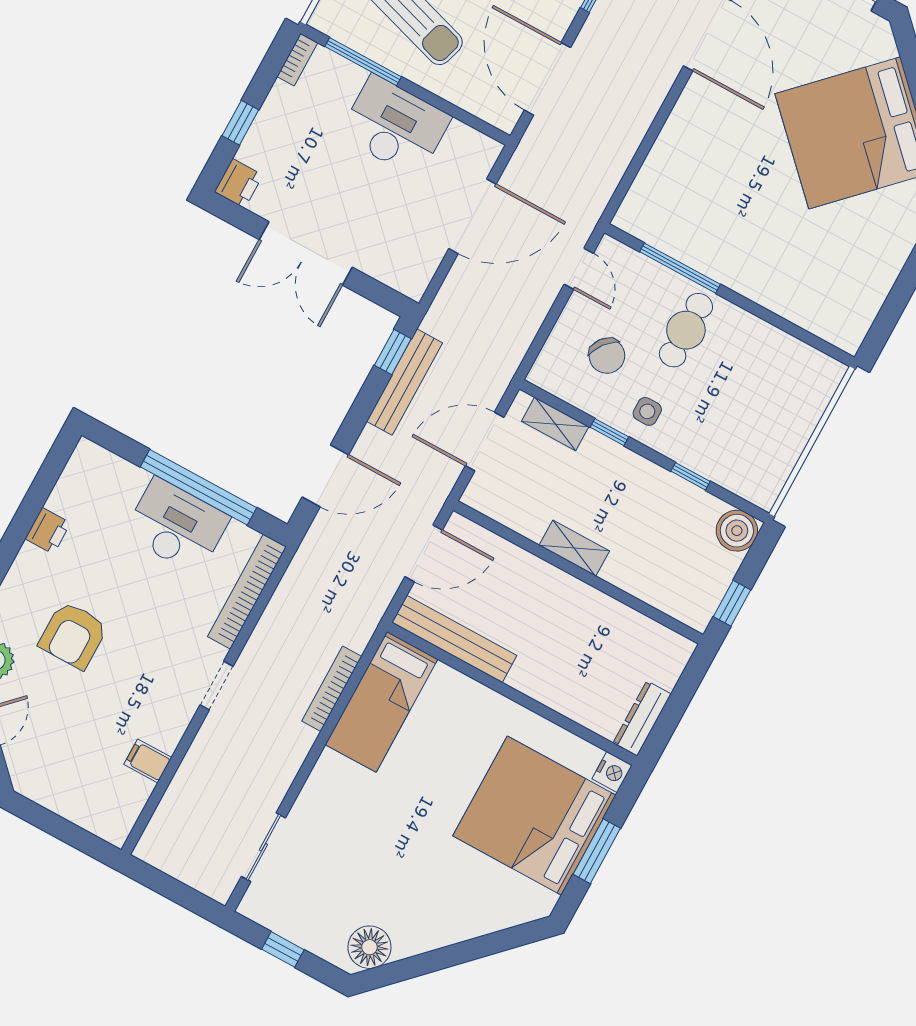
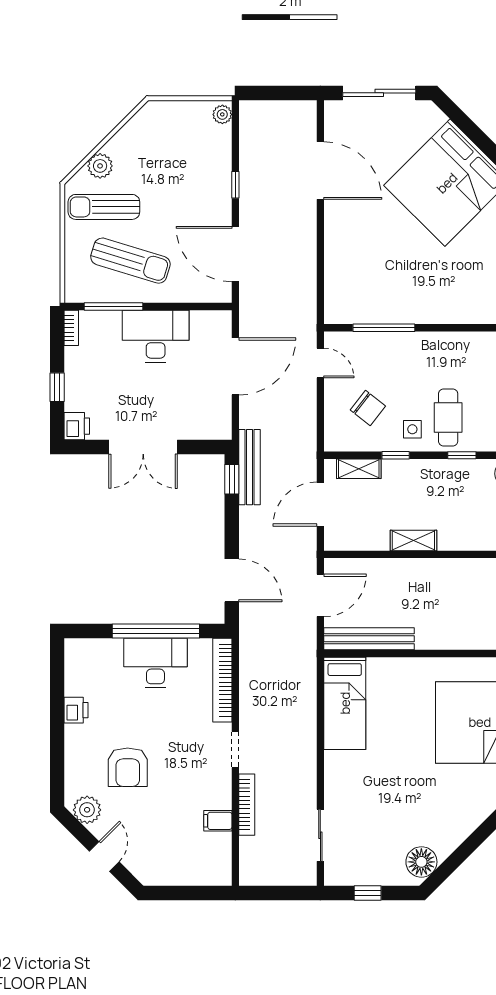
cafe table: (686, 330) -> (448, 417), moved
bench: (405, 382) -> (249, 467), moved
door: (325, 476) -> (232, 580), hinge flipped
bookcase: (332, 689) -> (247, 805), moved, turned 180

